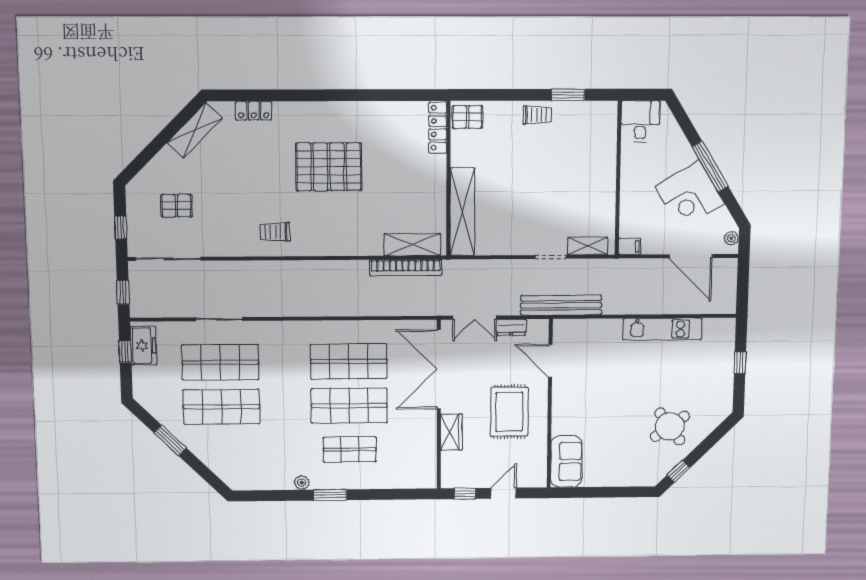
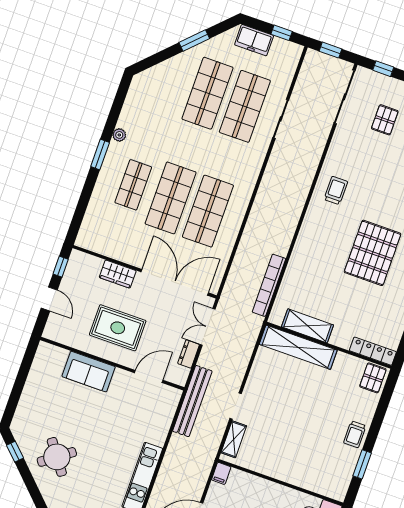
shelving: (412, 245) -> (307, 326), moved, turned 90
freezer: (144, 346) -> (254, 40), moved
sofa: (566, 461) -> (89, 372), moved

